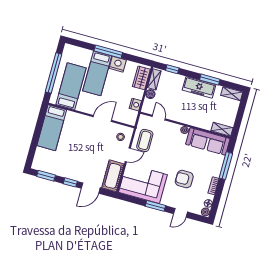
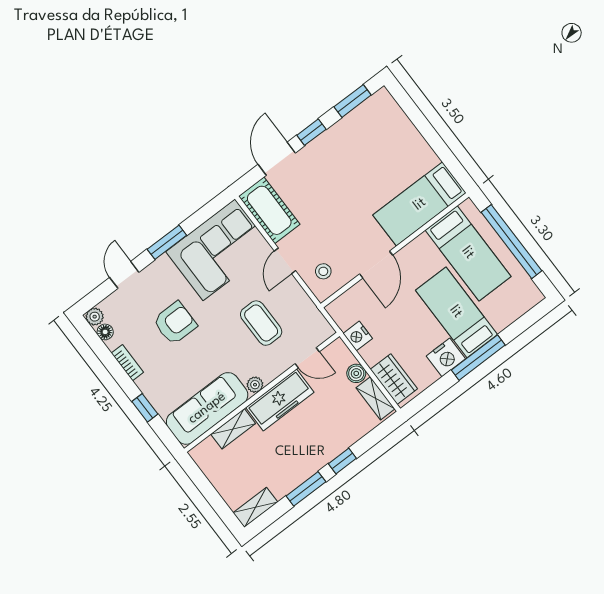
window: (172, 69) -> (342, 461), moved
freezer: (199, 87) -> (280, 400), moved, turned 180
bed: (52, 128) -> (420, 204), moved, turned -90
shelving: (222, 129) -> (233, 429), moved
coffee table: (145, 140) -> (261, 323), moved
window: (226, 166) -> (145, 408), width x0.46

